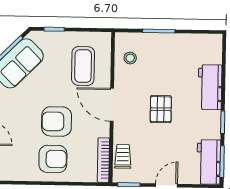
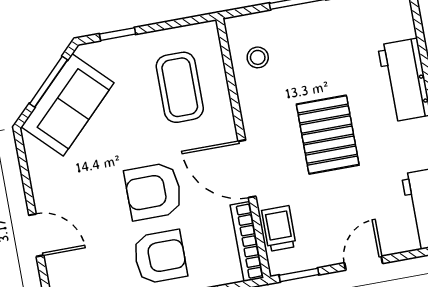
door: (112, 105) -> (247, 169), moved
pallet: (161, 109) -> (328, 135), width x1.50, depth x1.42

